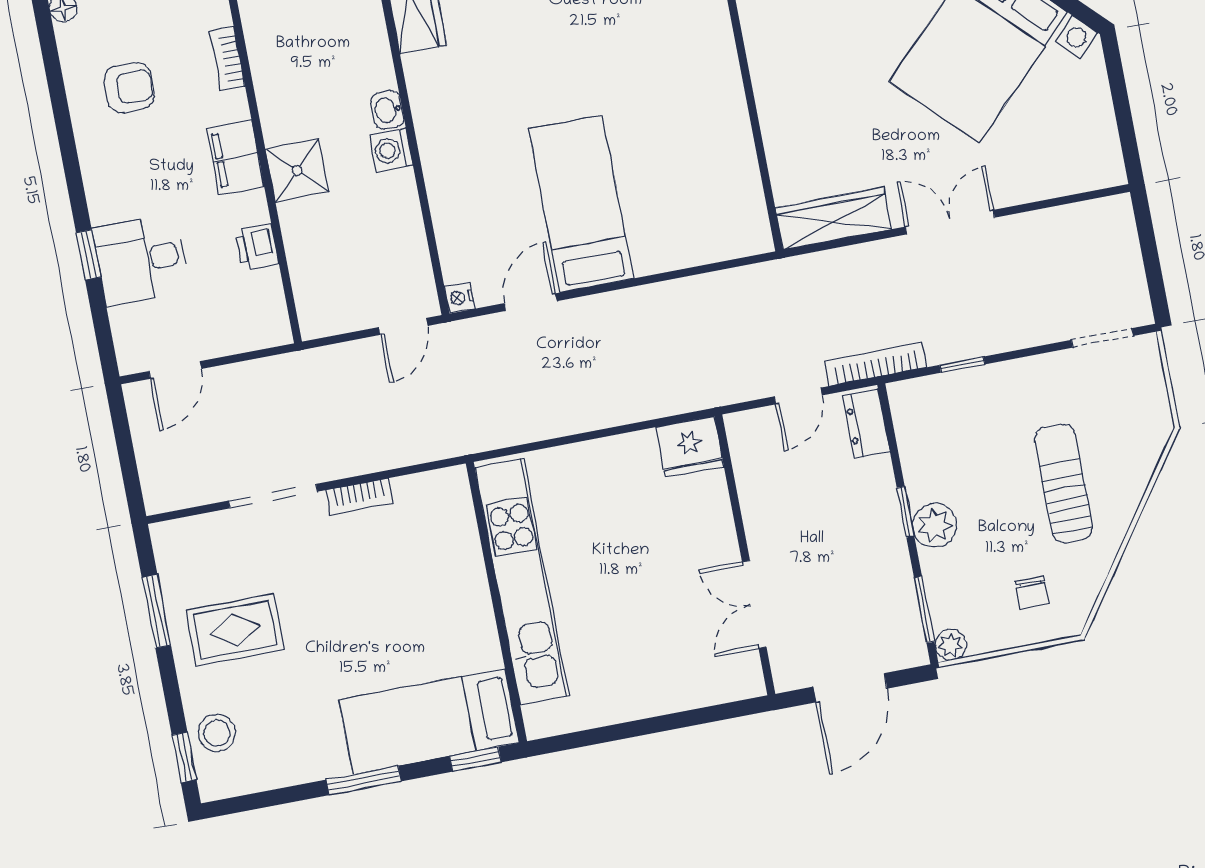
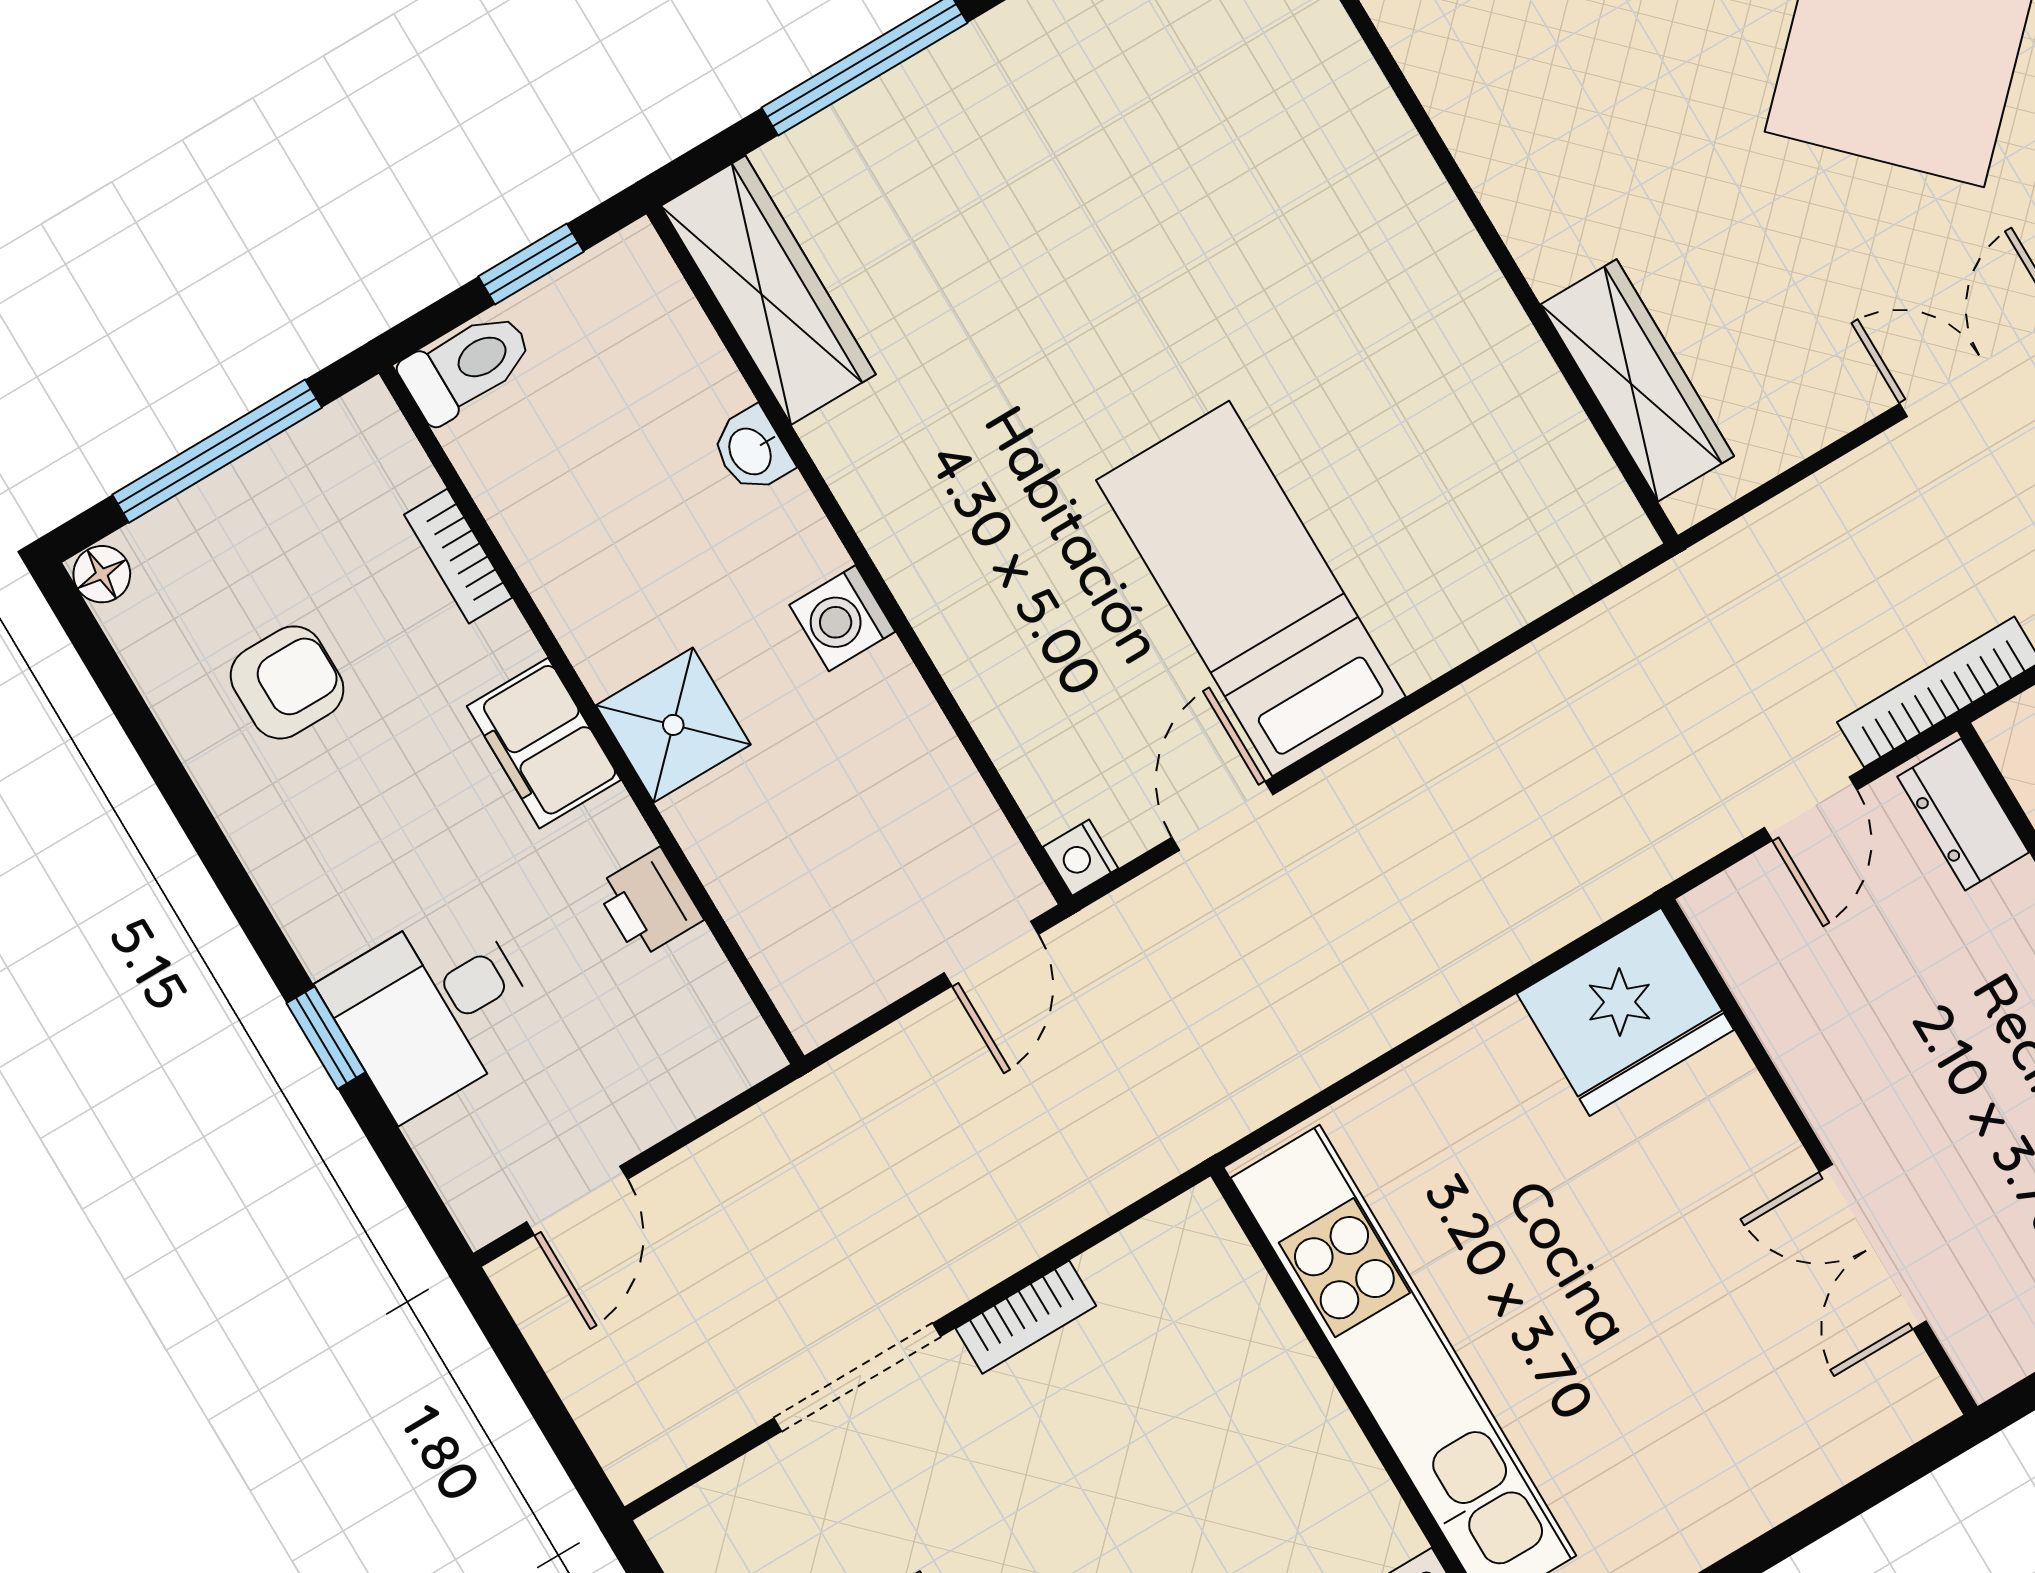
washbasin: (387, 110) -> (752, 450), moved
wardrobe: (833, 219) -> (1637, 380), moved, turned 90
fridge: (690, 447) -> (1625, 1012), width x1.36, depth x1.34

